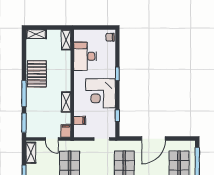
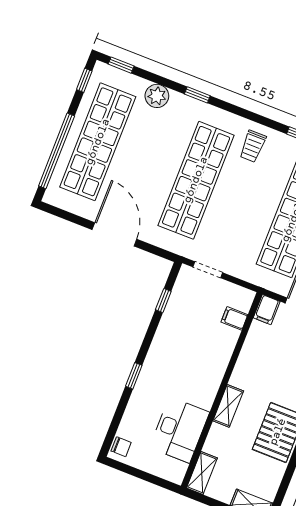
corner desk: (101, 93) -> (178, 353), removed
shelving: (66, 102) -> (228, 406), moved
door: (153, 138) -> (114, 234), hinge flipped

